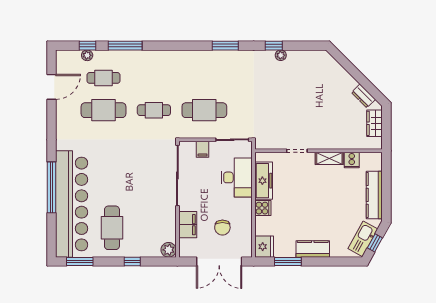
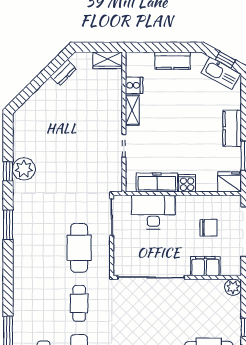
plant: (281, 55) -> (24, 169), width x1.88, depth x1.88
wardrobe: (374, 123) -> (108, 60), moved
filing cabinet: (203, 149) -> (122, 250), removed
kitchen counter: (374, 195) -> (173, 61), width x0.67

